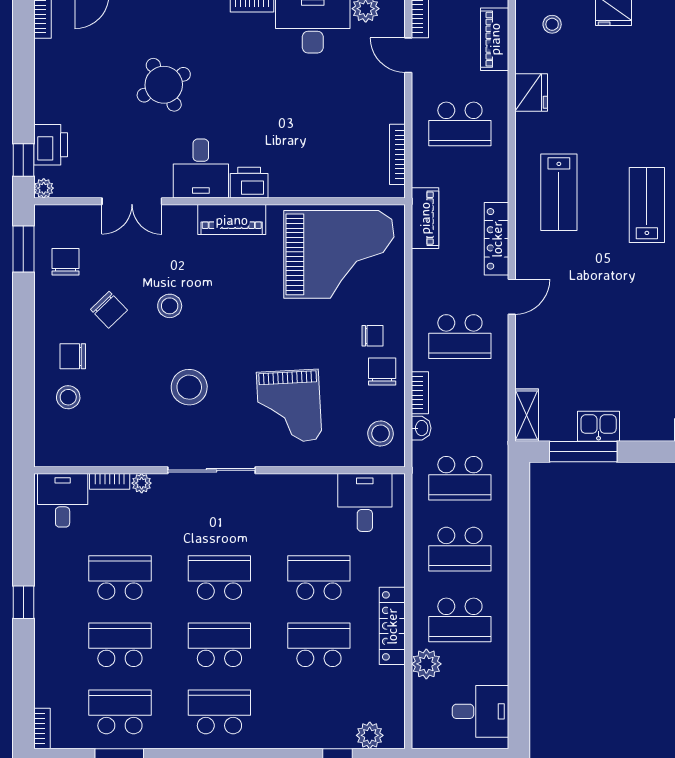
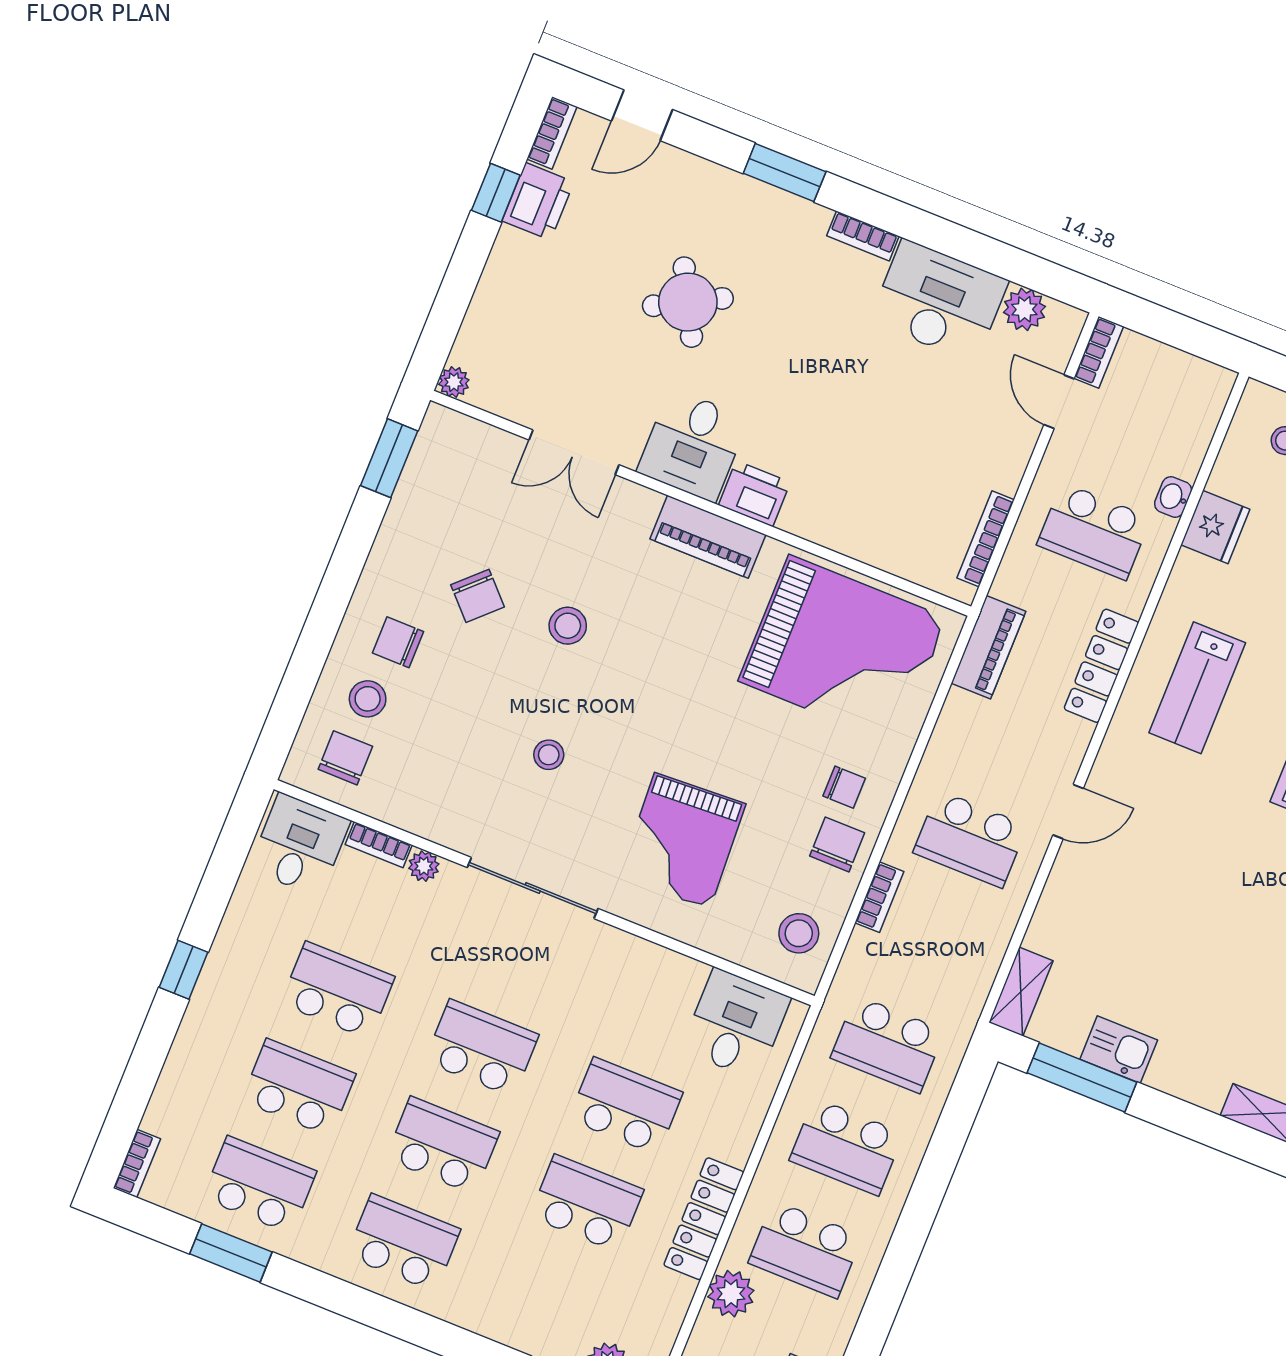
piano: (495, 39) -> (1193, 429), removed
printer: (51, 145) -> (538, 201), moved
window: (23, 160) -> (496, 193), moved
locker: (497, 239) -> (1101, 666), moved
chair: (65, 262) -> (345, 758), moved
stool: (189, 387) -> (549, 755), width x0.53, depth x0.53
washbasin: (421, 428) -> (1173, 497), moved, turned 180

